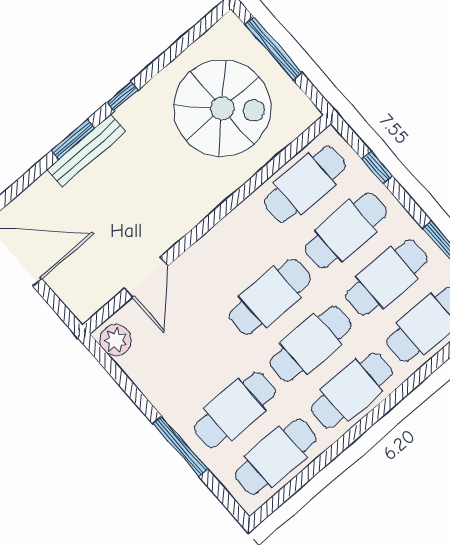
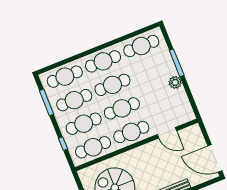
door: (146, 277) -> (167, 133), swing flipped
plant: (116, 340) -> (175, 82), moved
cafe table: (235, 410) -> (131, 132), moved

